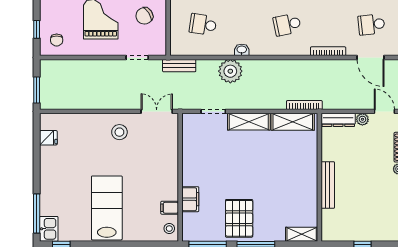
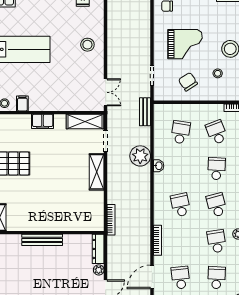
shelving: (293, 122) -> (85, 122), moved, turned 90
stool: (119, 132) -> (87, 45), moved
filing cabinet: (190, 199) -> (43, 121), moved

